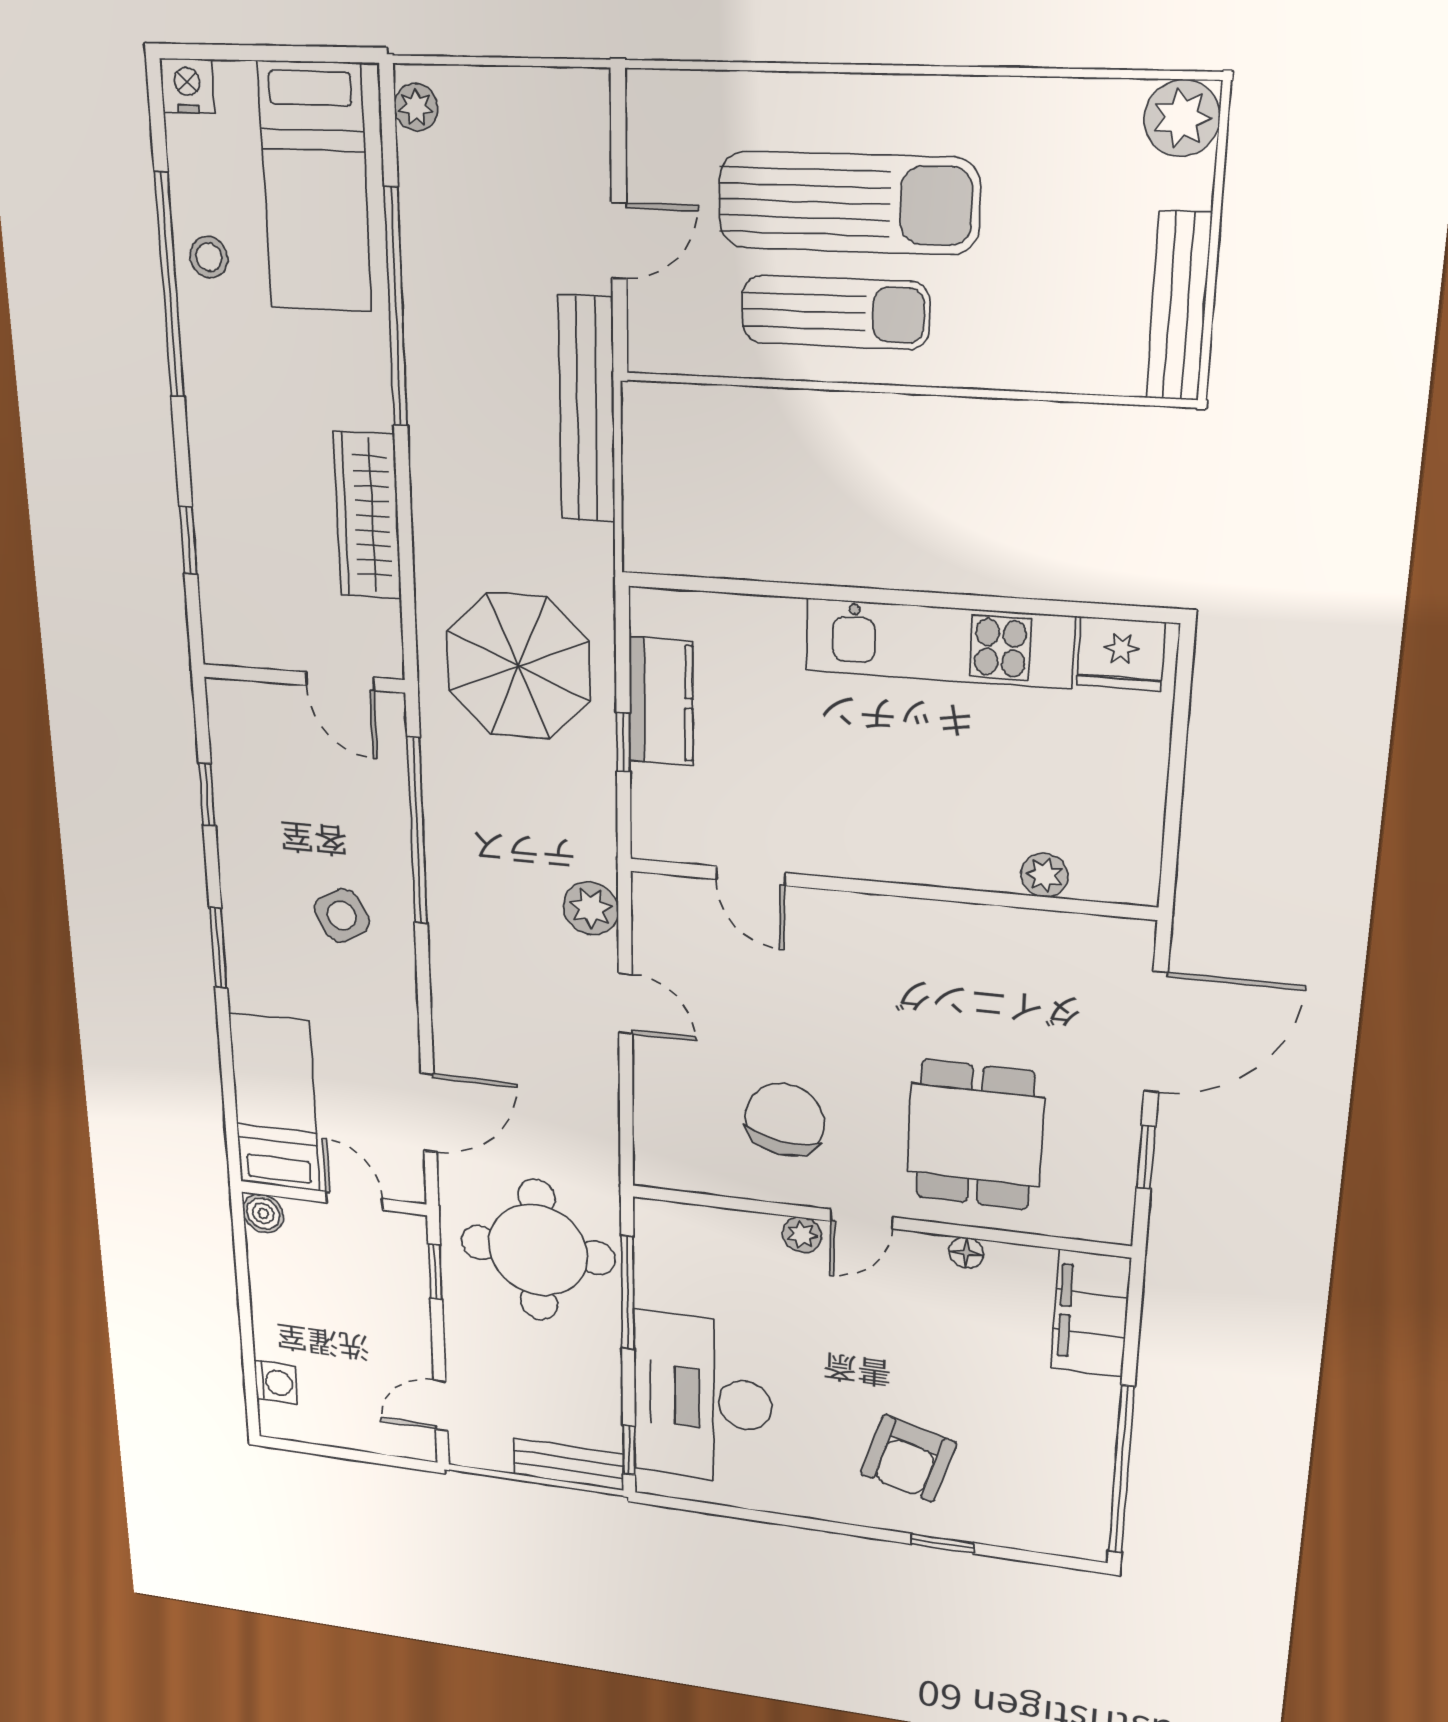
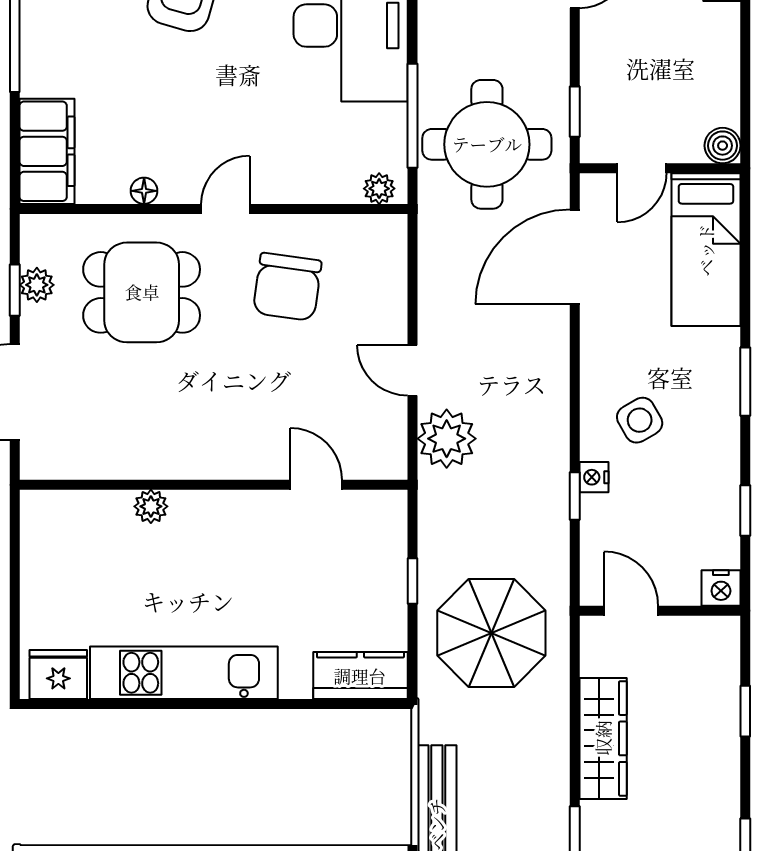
nightstand: (230, 701) -> (721, 588), added
kitchen counter: (661, 701) -> (360, 676), moved, turned 90
window: (417, 831) -> (575, 496), width x0.32
nightstand: (394, 852) -> (594, 477), added
plant: (1045, 875) -> (151, 506), moved
plant: (591, 908) -> (447, 439), width x1.36, depth x1.36
door: (429, 1113) -> (575, 257), width x1.36
dining table: (975, 1135) -> (142, 292), turned 90
plant: (1115, 1160) -> (37, 285), added
door: (354, 1201) -> (642, 168), hinge flipped
plant: (802, 1235) -> (379, 189), moved

